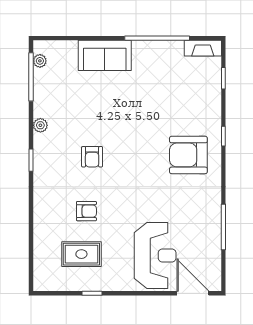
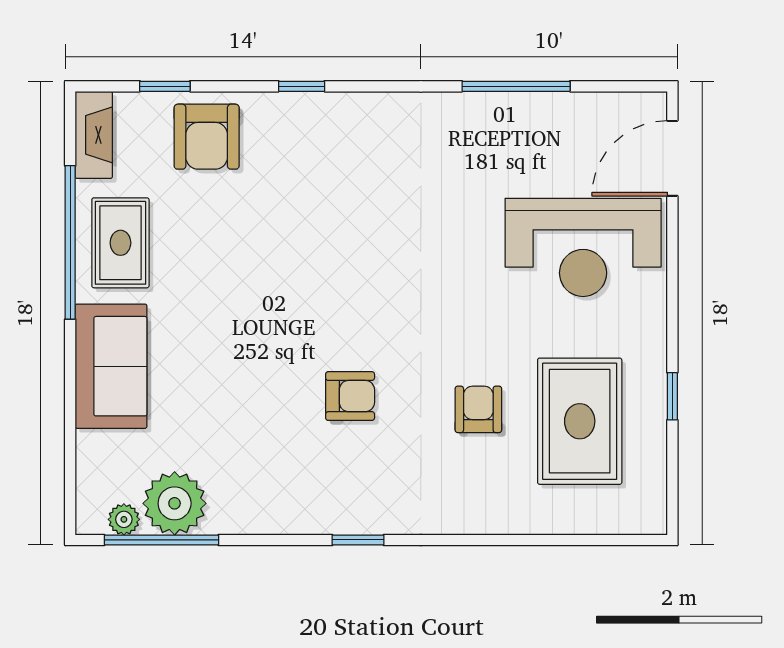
rug: (157, 59) -> (120, 243), added
plant: (40, 125) -> (175, 503), moved, width x1.88, depth x1.88
armchair: (188, 155) -> (207, 137), moved, width x0.73, depth x0.73
rug: (81, 254) -> (580, 421), width x1.36, depth x1.43
reception desk: (155, 255) -> (583, 247), turned 180

